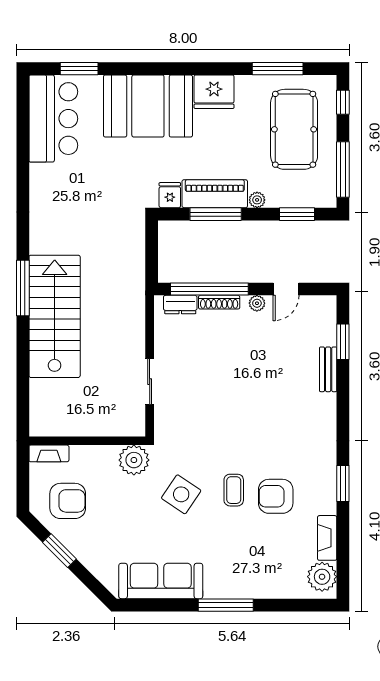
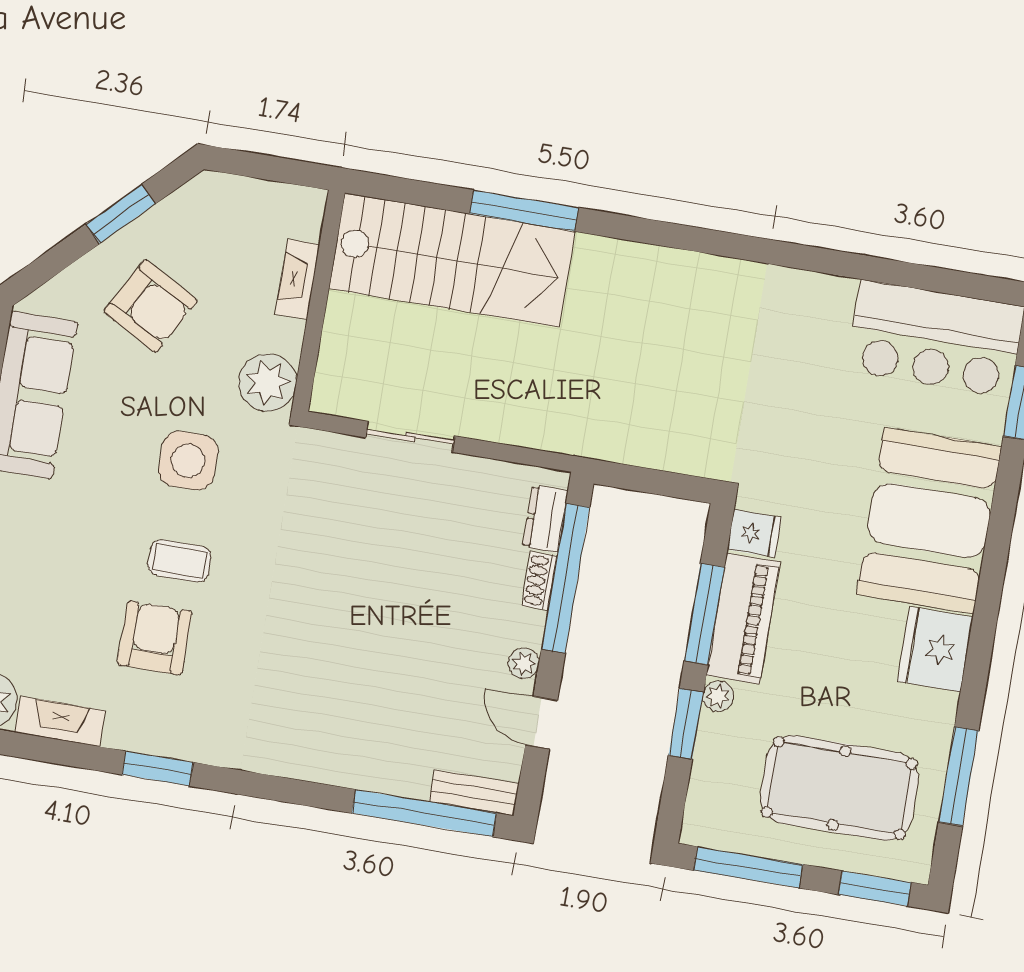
window: (343, 102) -> (875, 889), width x1.50
window: (297, 214) -> (686, 724), moved
window: (23, 288) -> (524, 211), moved
shoe rack: (219, 302) -> (540, 581), width x0.70
stairs: (55, 316) -> (452, 260), moved
window: (343, 342) -> (424, 813), width x2.11
bench: (328, 369) -> (474, 793), moved
fireplace: (49, 453) -> (298, 279), moved
side table: (181, 494) -> (188, 461), turned -34
armchair: (68, 501) -> (151, 306), moved, turned -61

